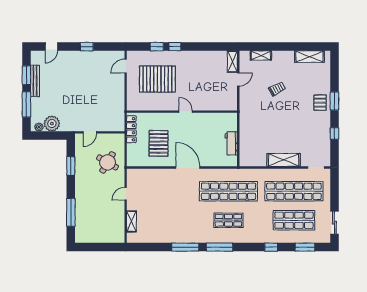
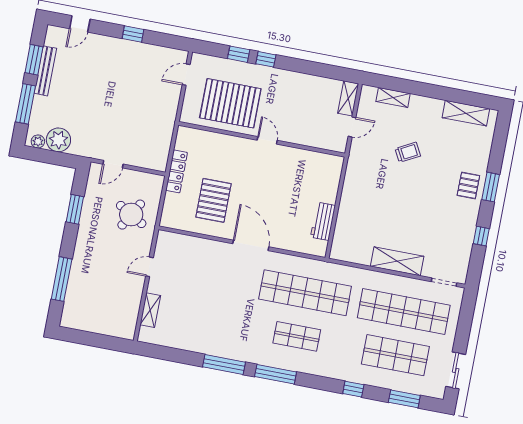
wall: (182, 112) -> (262, 139), moved
door: (186, 112) -> (267, 140), moved

